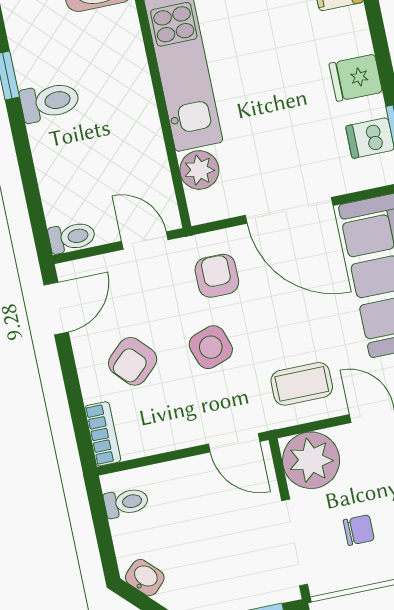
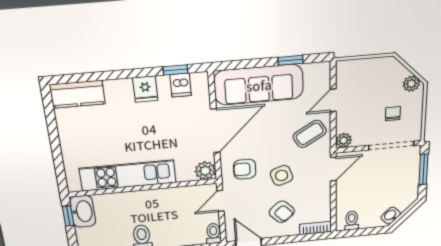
plant: (199, 170) -> (205, 171), moved
coffee table: (302, 384) -> (310, 134), turned 59
plant: (311, 460) -> (344, 140), width x0.53, depth x0.53

